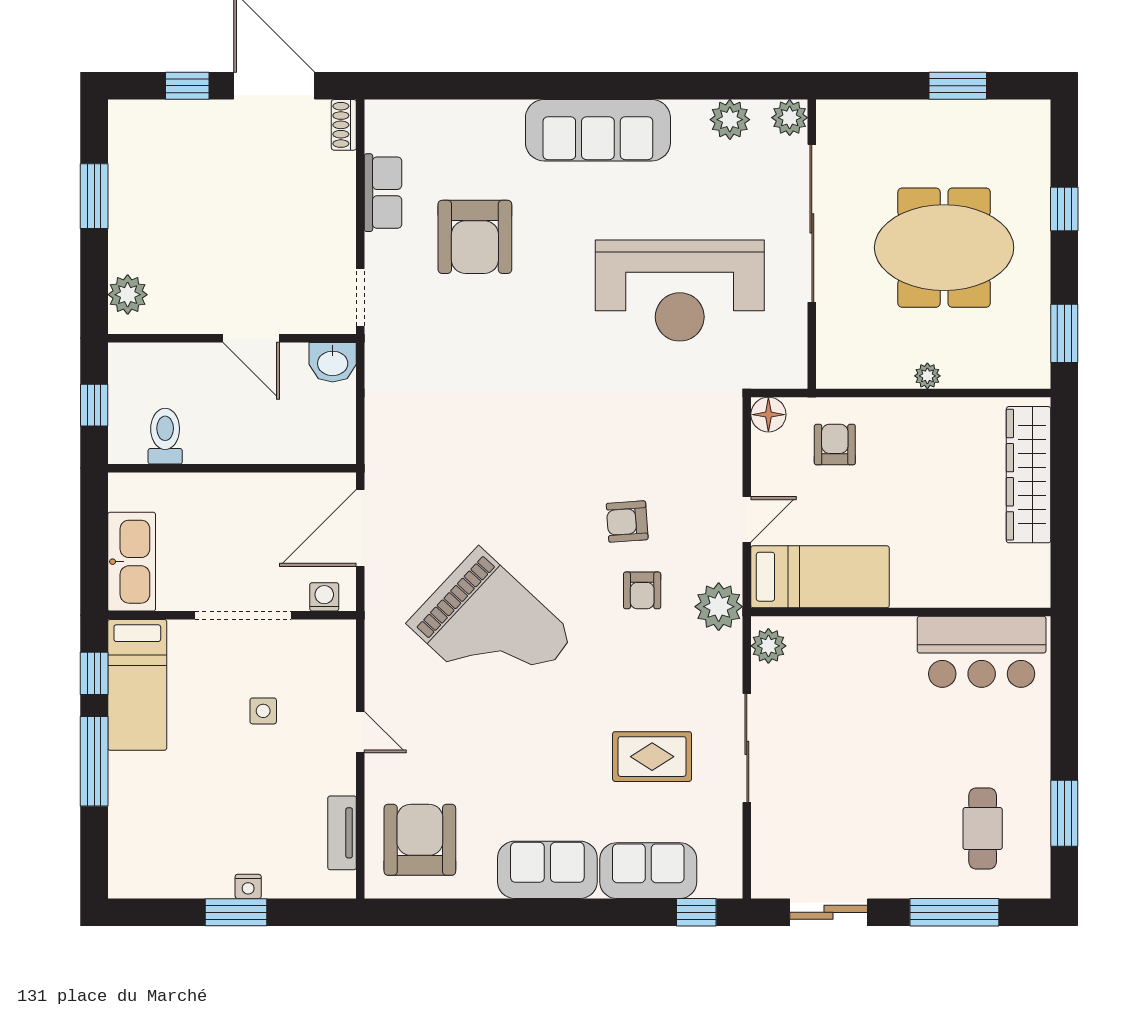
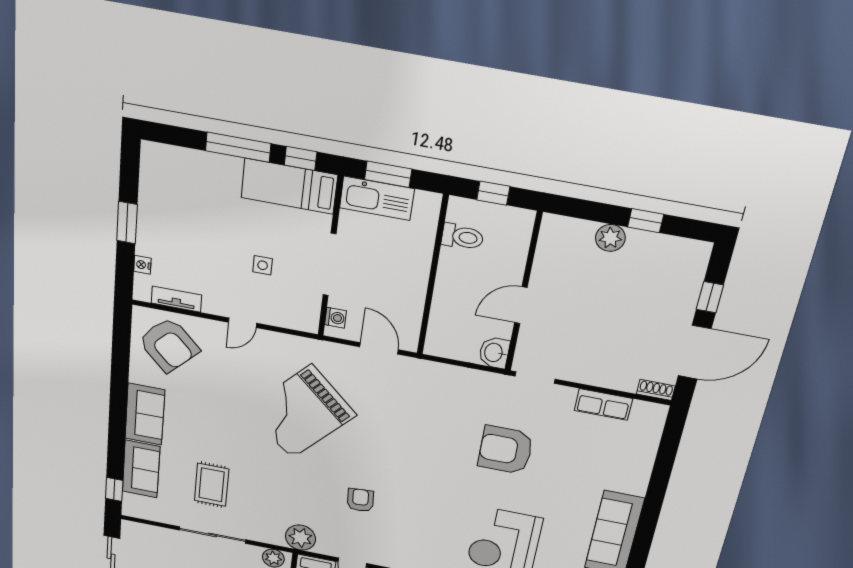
window: (94, 196) -> (646, 221), width x0.67
armchair: (475, 237) -> (505, 450), moved
plant: (128, 295) -> (610, 238), moved
door: (360, 528) -> (379, 348), width x0.73
window: (94, 551) -> (388, 174), added
armchair: (642, 590) -> (316, 500), removed
armchair: (420, 840) -> (169, 345), turned 45
nightstand: (248, 886) -> (142, 265), moved

